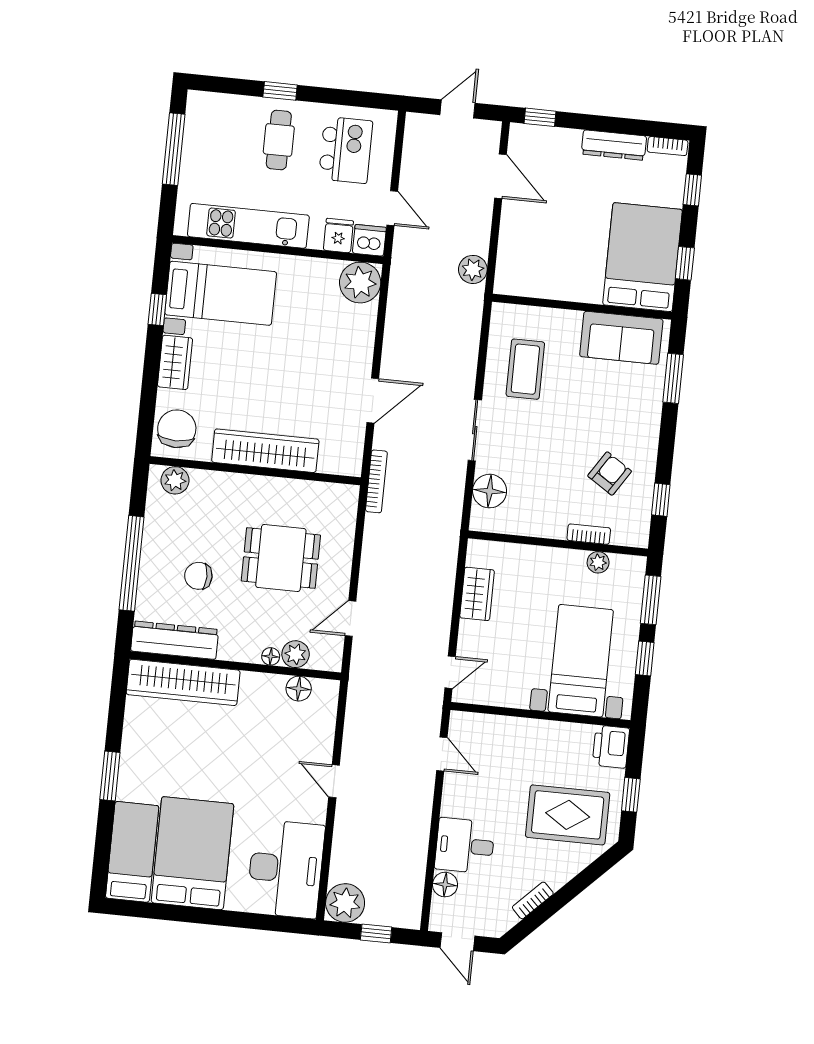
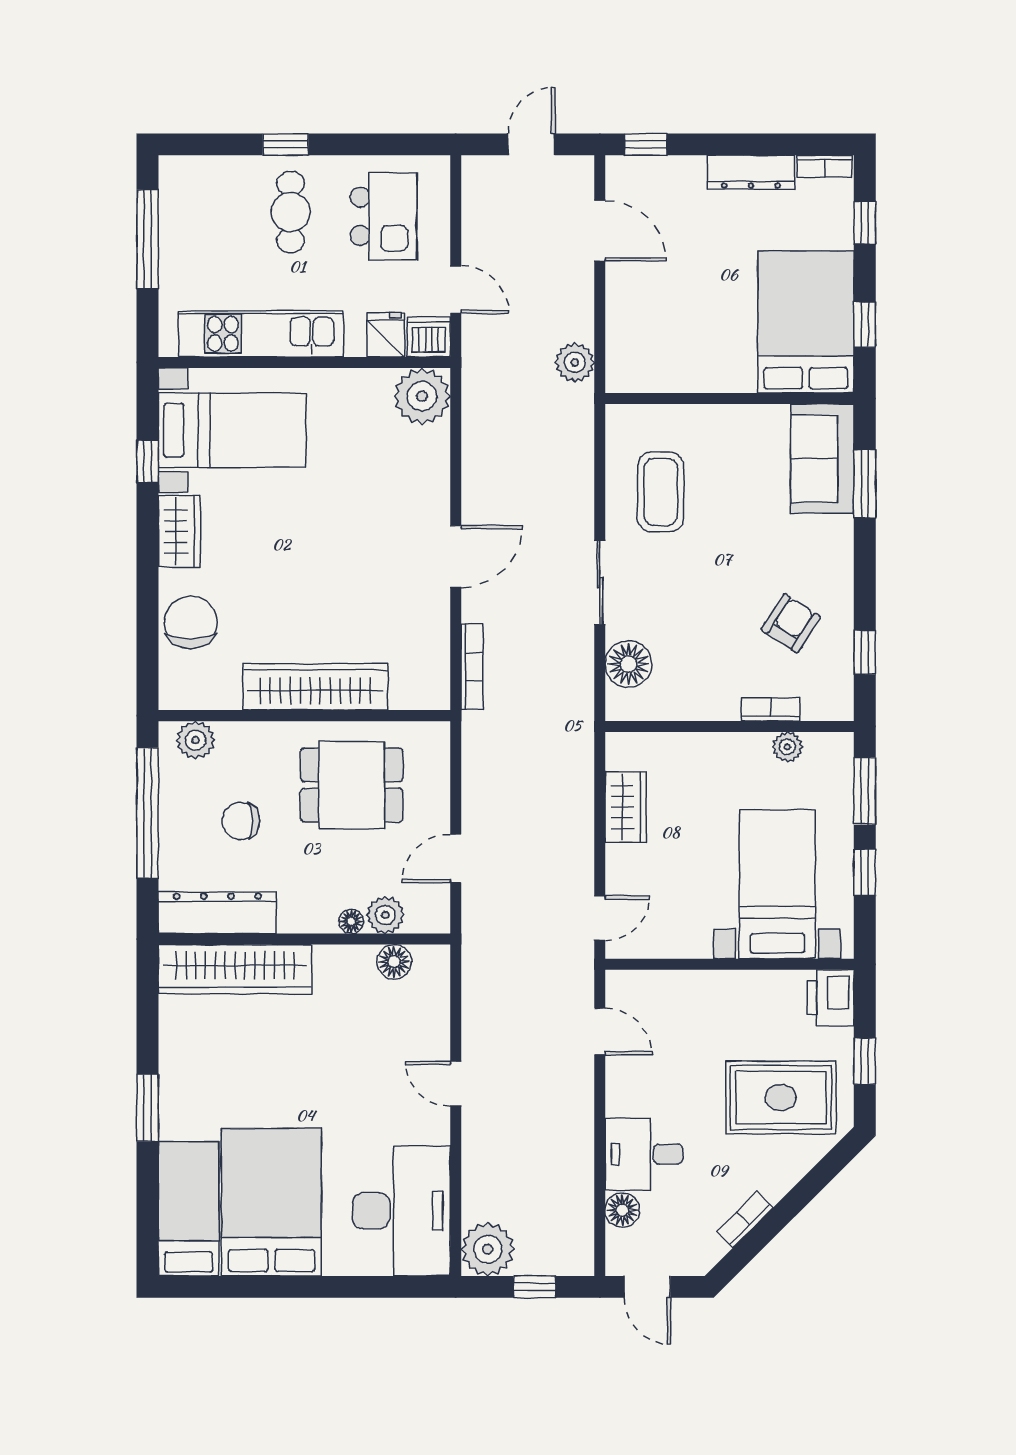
sofa: (621, 338) -> (822, 459), moved, turned 90
wardrobe: (265, 451) -> (315, 687), moved
wall: (255, 471) -> (304, 716), moved
plant: (175, 480) -> (196, 740), moved

